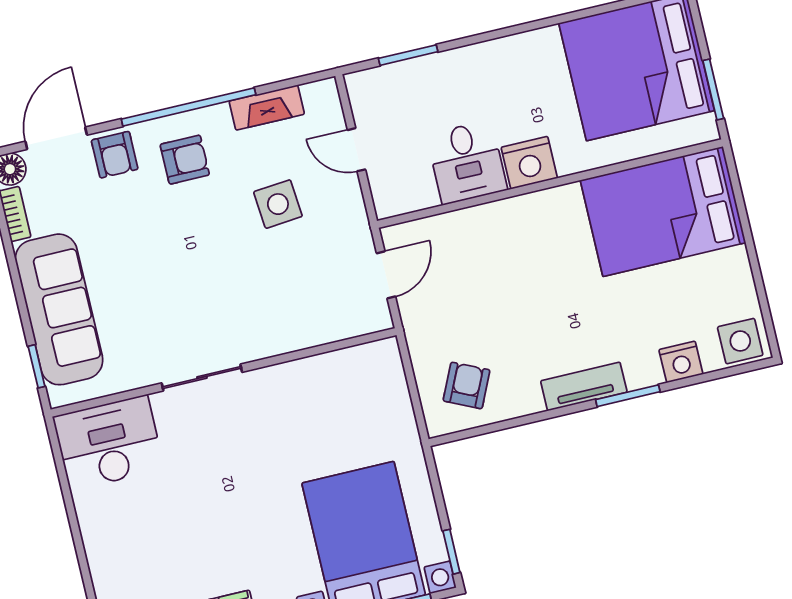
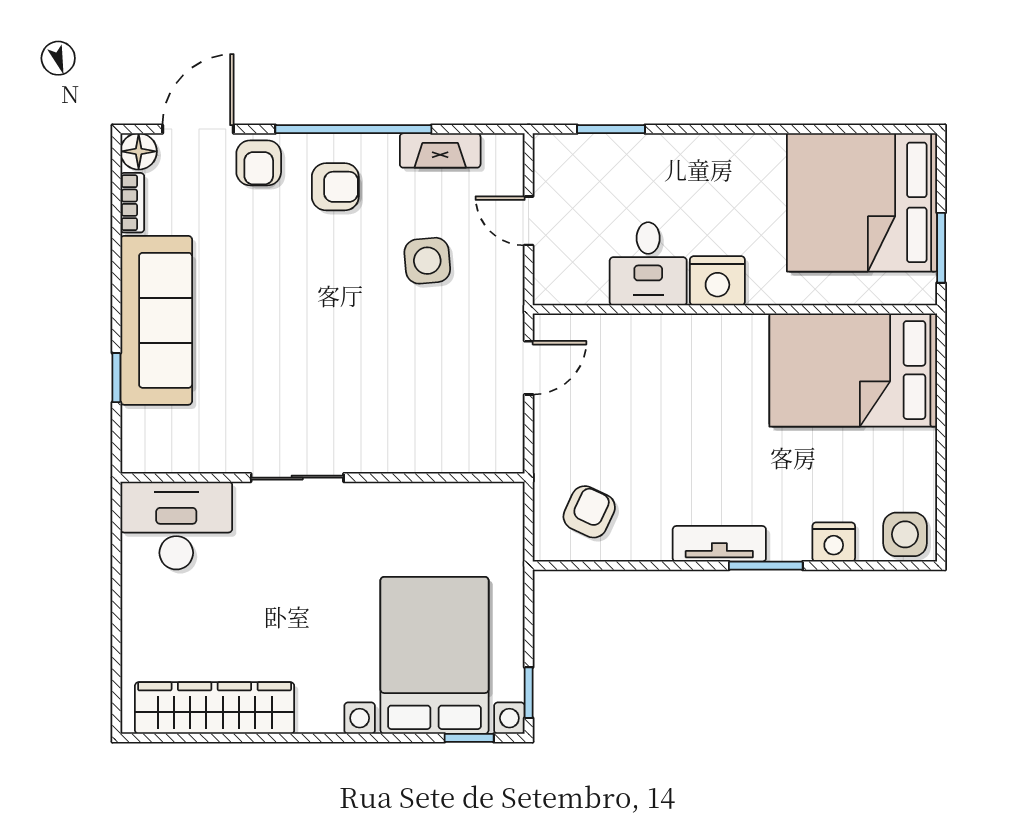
wall: (224, 372) -> (323, 478), moved
sliding door: (202, 378) -> (297, 478), moved
desk: (109, 443) -> (176, 526), moved

